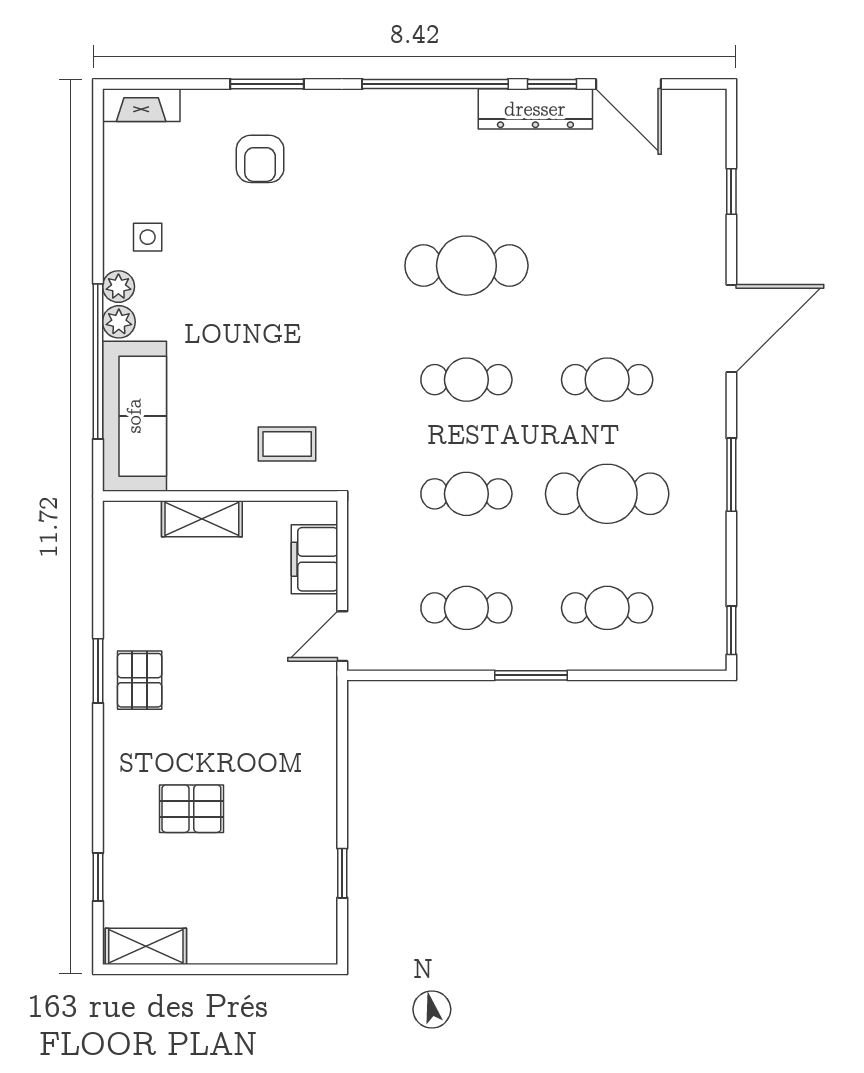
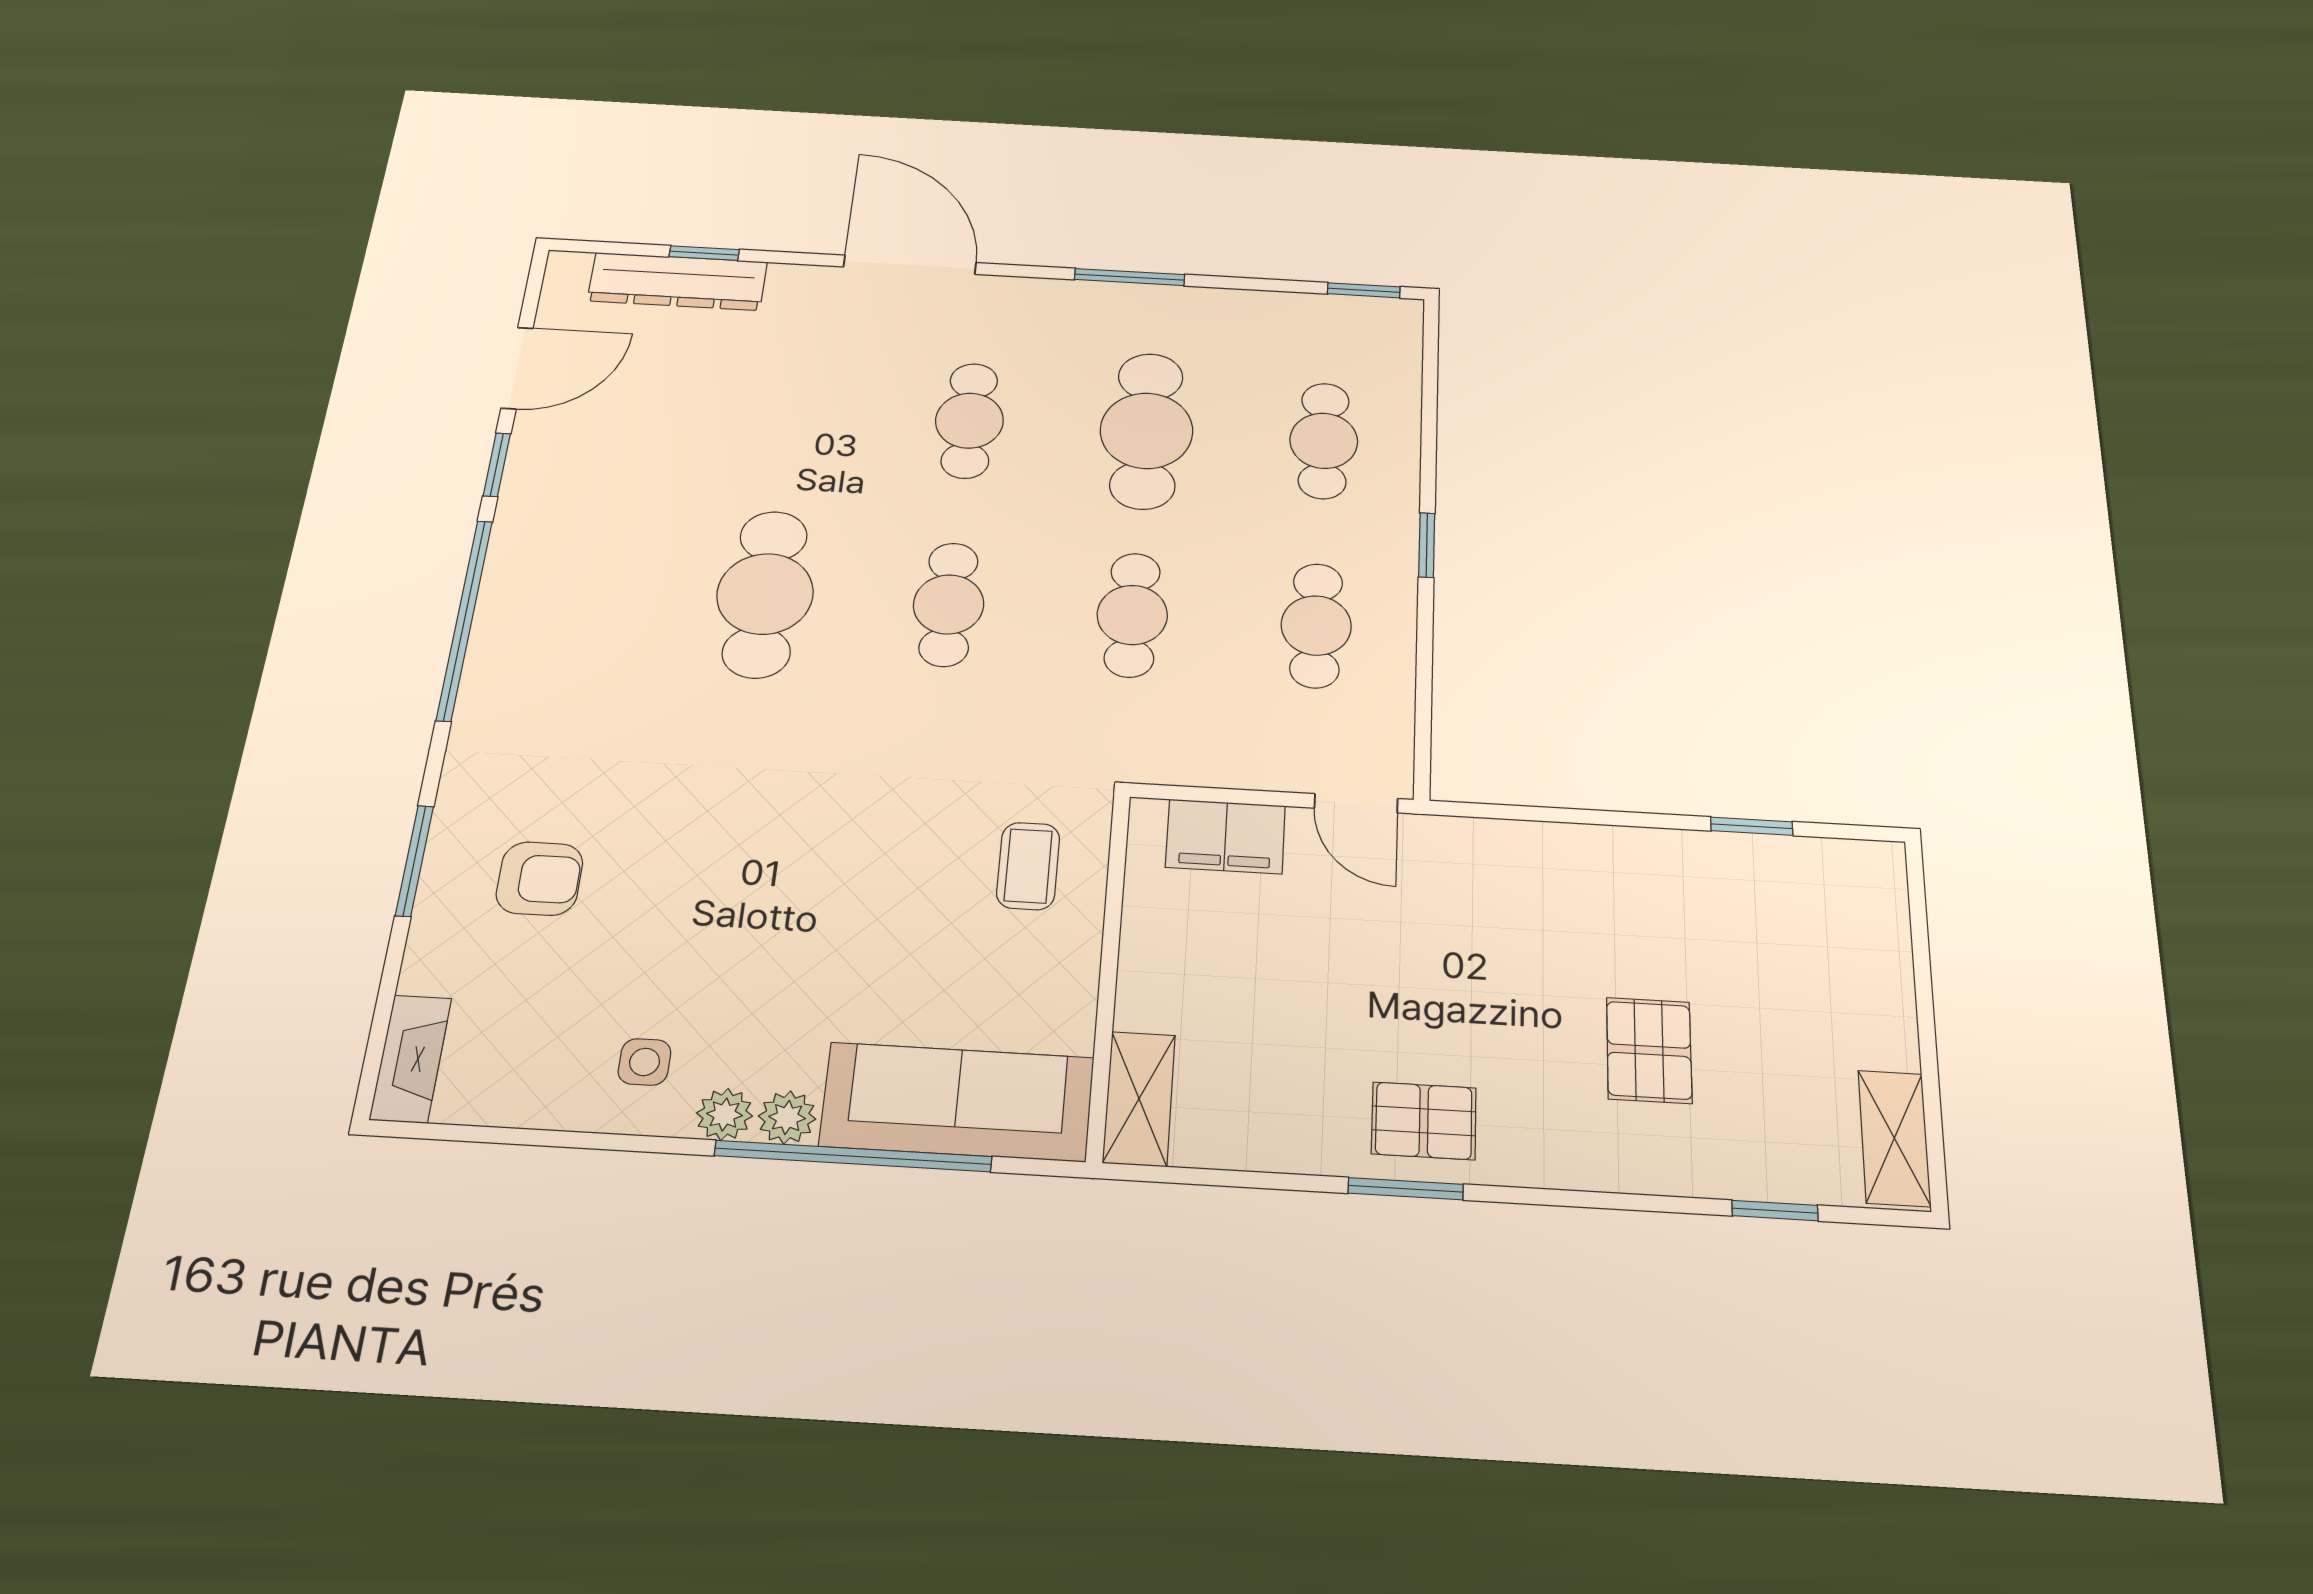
dresser: (535, 109) -> (677, 281), moved, turned 90
shelving: (202, 519) -> (1139, 1099), moved
window: (531, 675) -> (1427, 545), width x0.67

